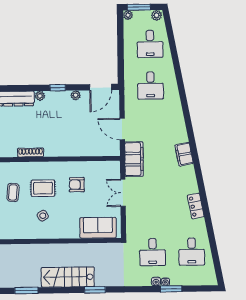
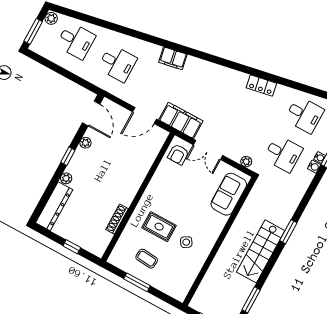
plant: (128, 15) -> (246, 162), moved
filing cabinet: (184, 154) -> (173, 58), moved
armchair: (77, 185) -> (178, 154), moved
rug: (43, 188) -> (159, 227), turned 90

